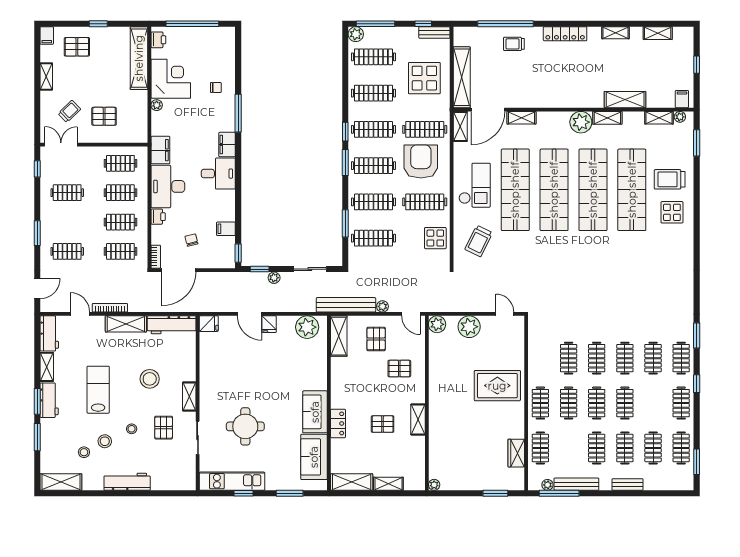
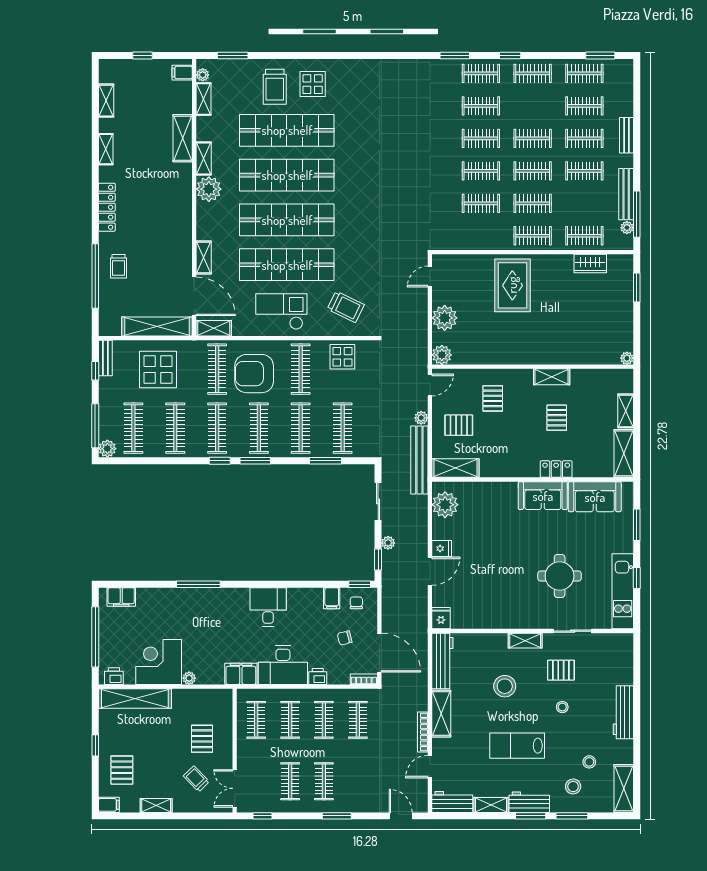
chair: (216, 87) -> (356, 603), moved
filing cabinet: (227, 144) -> (121, 597), moved
clothes rail: (67, 251) -> (324, 781), moved
stool: (105, 441) -> (573, 787), moved

